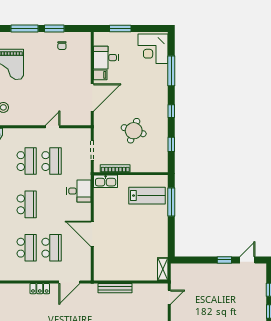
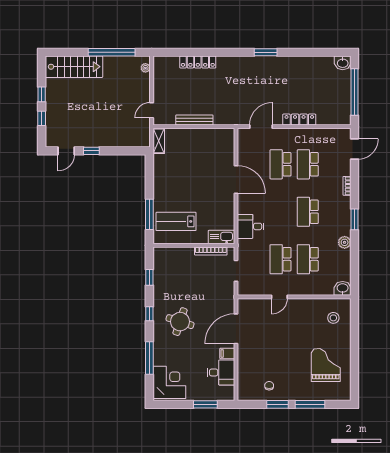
round table: (134, 131) -> (180, 322), moved
bench: (115, 288) -> (194, 120), moved
locker: (40, 289) -> (299, 120), width x1.53

